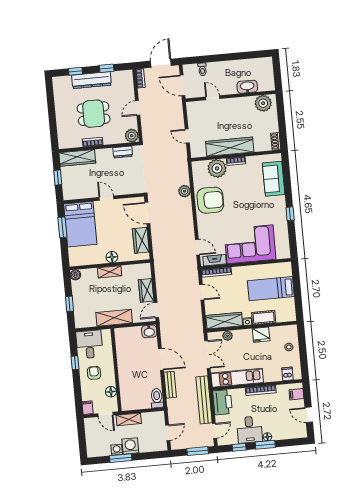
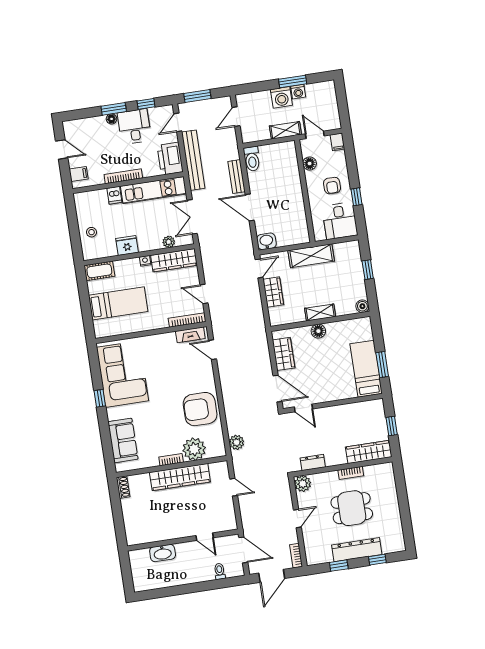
plant: (263, 103) -> (141, 534), removed
plant: (184, 191) -> (237, 442), moved
door: (106, 198) -> (303, 408), moved
bed: (80, 224) -> (366, 369), width x0.67
corner sofa: (250, 244) -> (123, 374), moved, turned -90
cot: (264, 318) -> (99, 271), moved
dishwasher: (287, 374) -> (114, 195), moved

